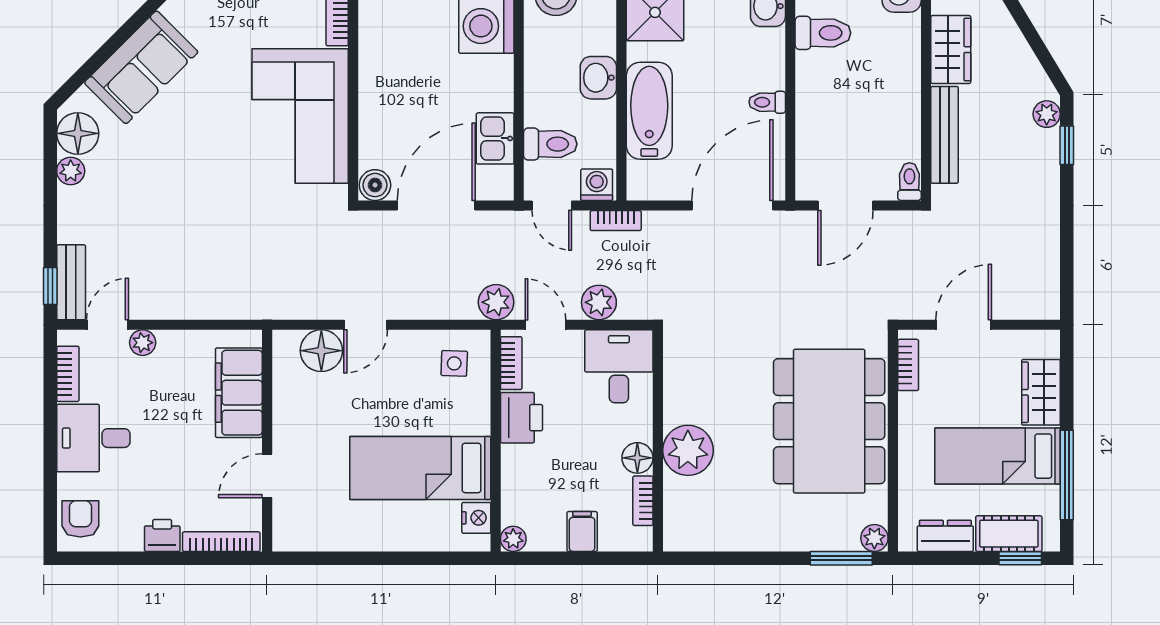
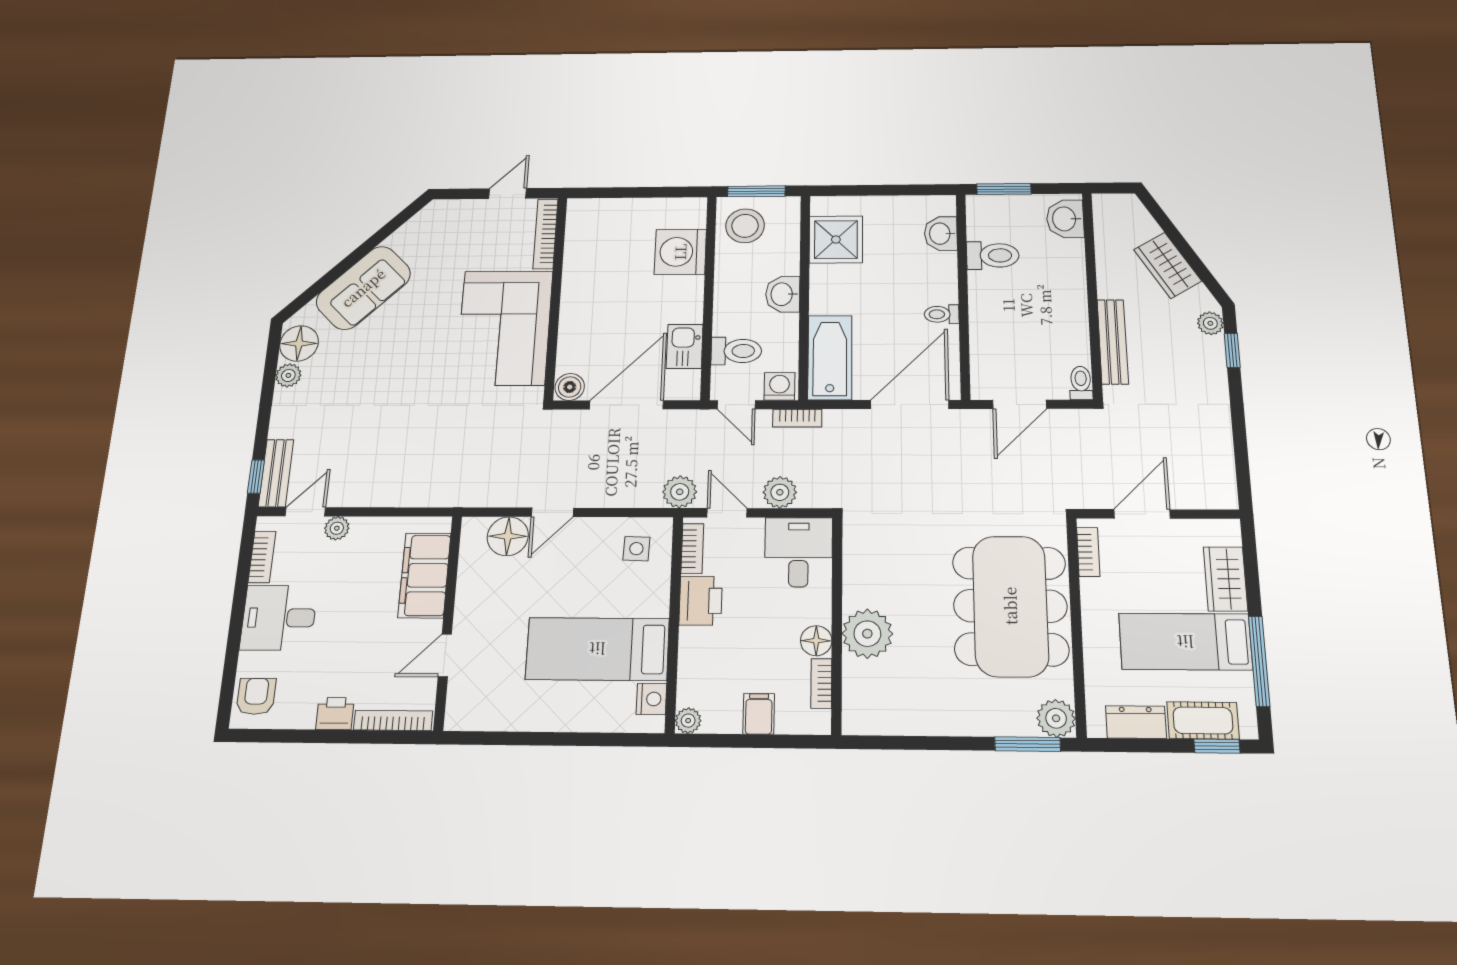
wardrobe: (951, 50) -> (1168, 265), moved, turned 149
bathtub: (649, 111) -> (830, 358), moved
plant: (874, 538) -> (1056, 718), width x1.38, depth x1.38

